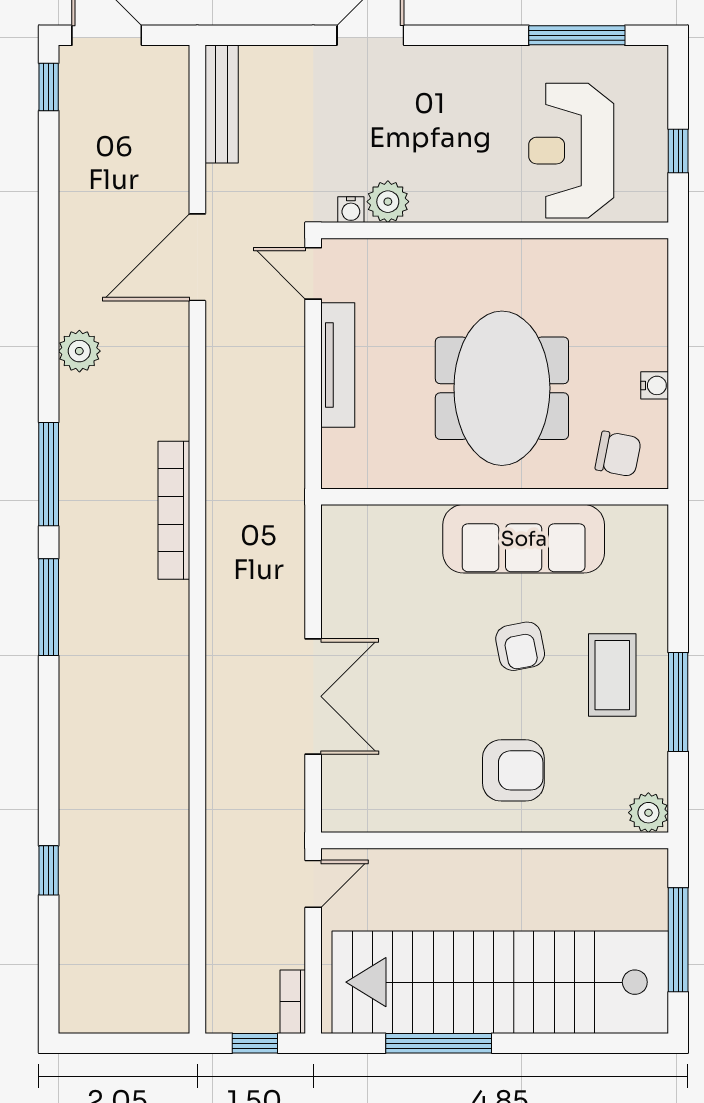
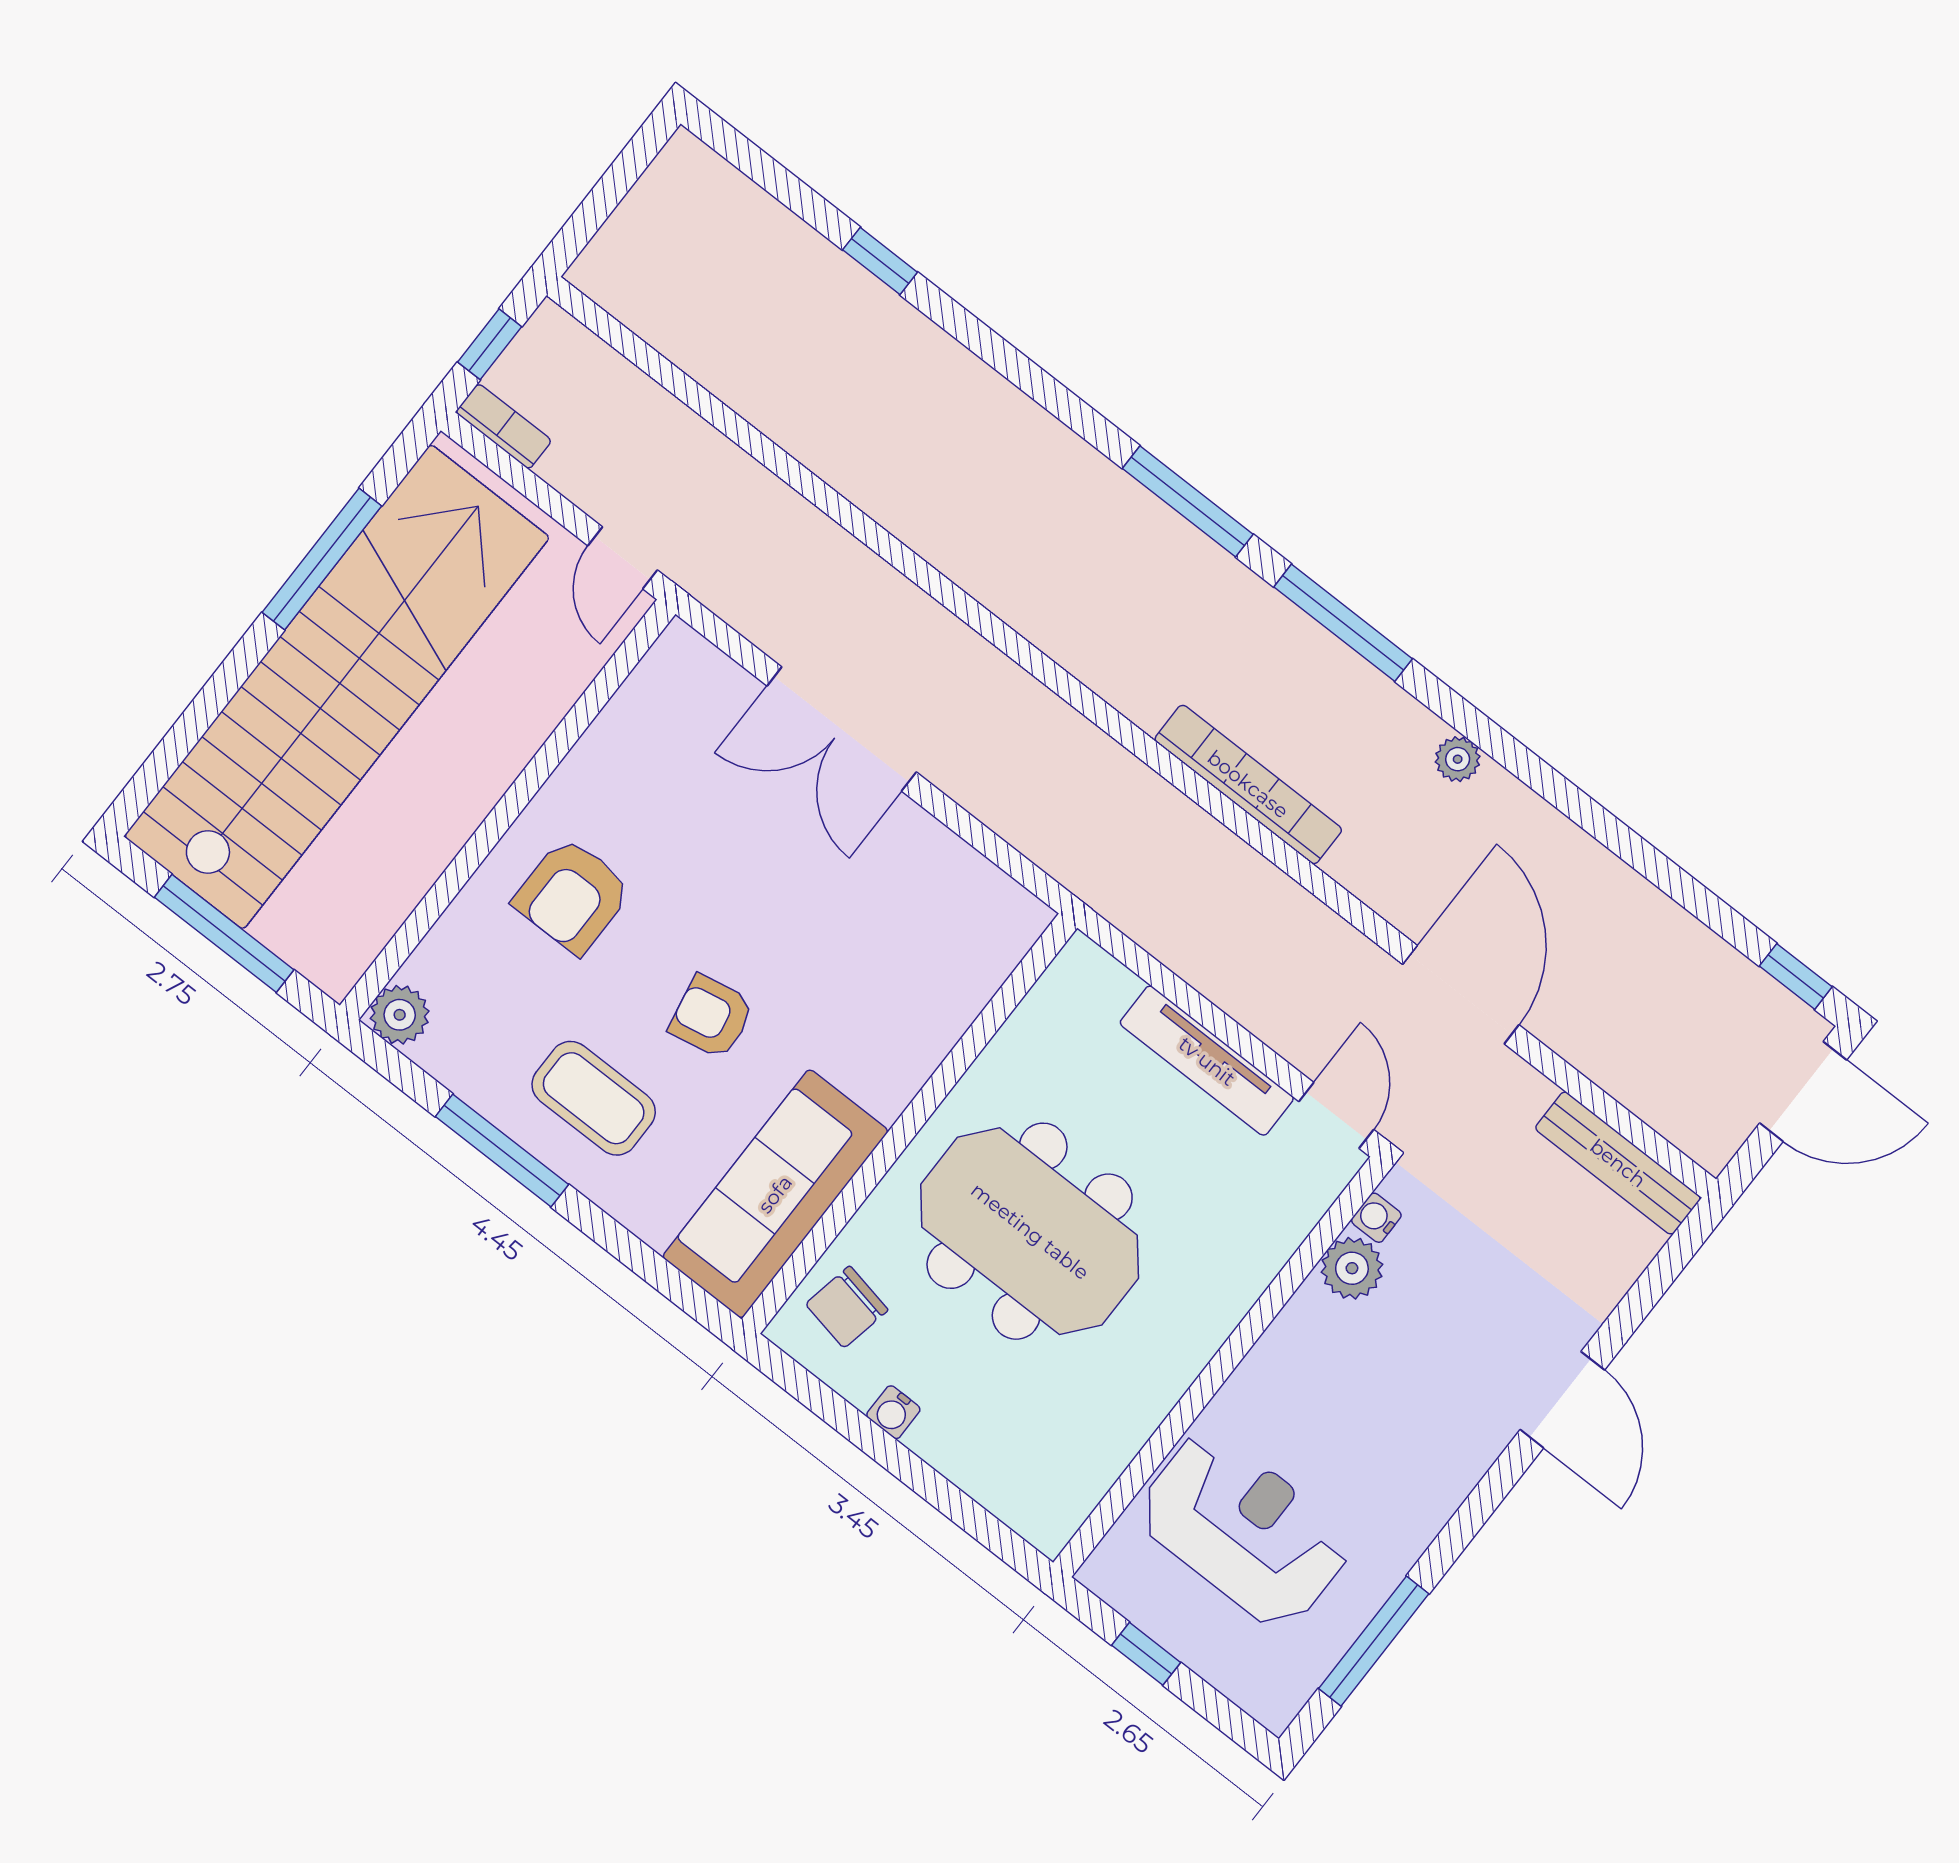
door: (313, 273) -> (1336, 1115), hinge flipped
plant: (79, 351) -> (1458, 759), width x0.73, depth x0.73
bookcase: (174, 510) -> (1248, 784), moved
sofa: (524, 539) -> (775, 1194), moved

